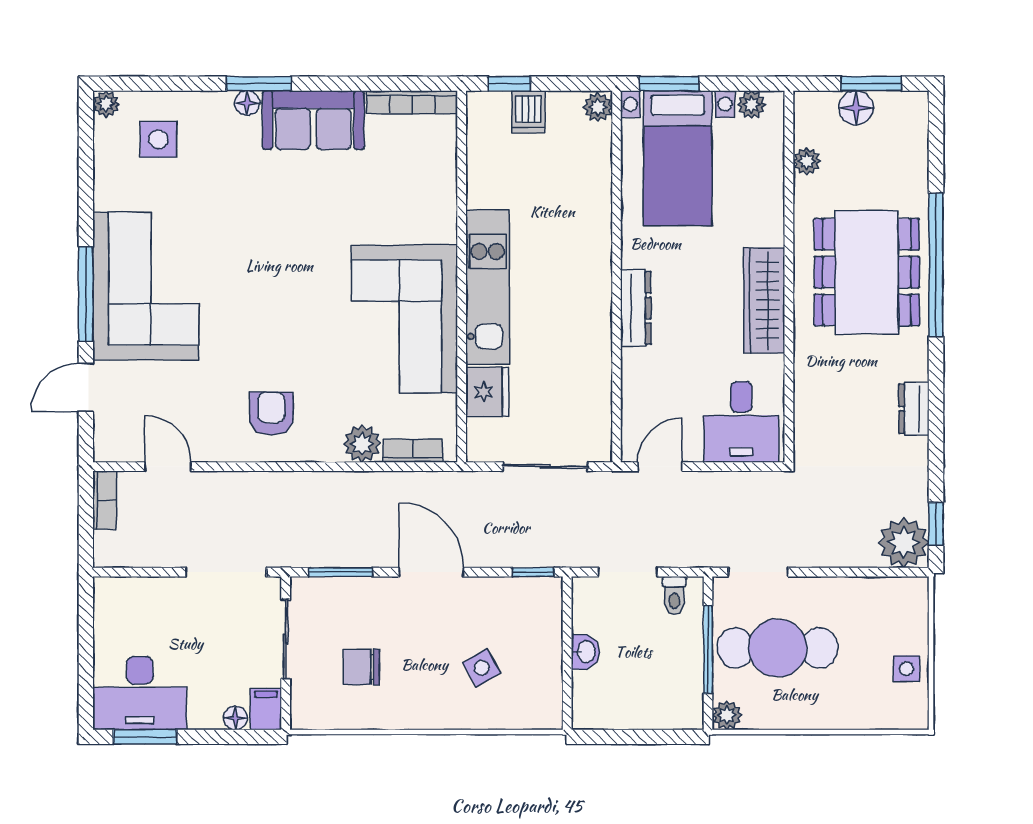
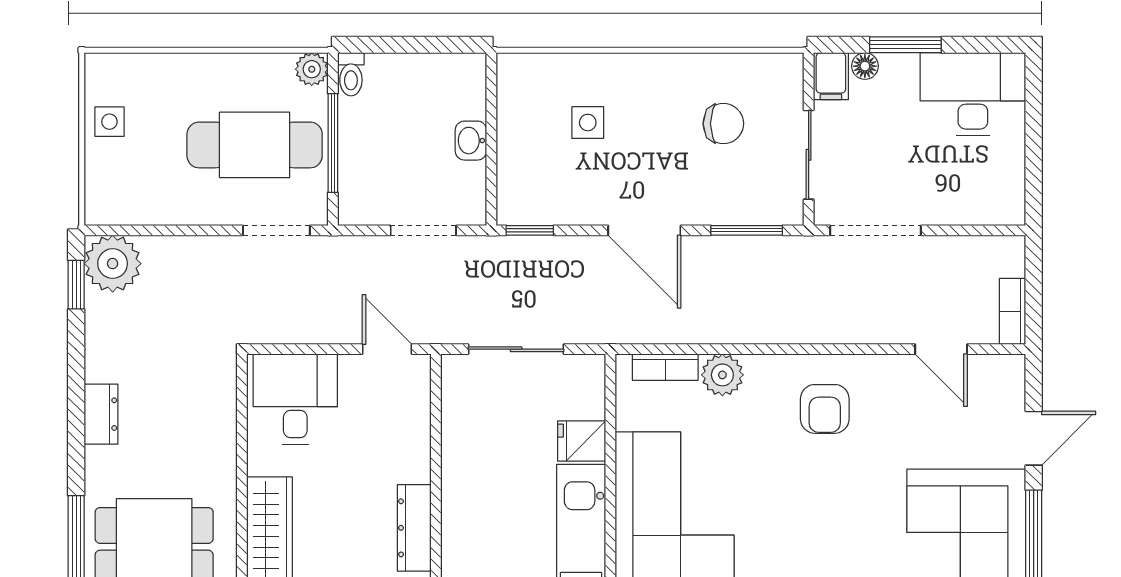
fridge: (487, 392) -> (582, 441), width x0.72
door: (660, 467) -> (387, 349), swing flipped
toilet: (674, 596) -> (351, 74), moved, turned 180
side table: (482, 668) -> (588, 123), turned 30
window: (145, 737) -> (905, 45), moved

